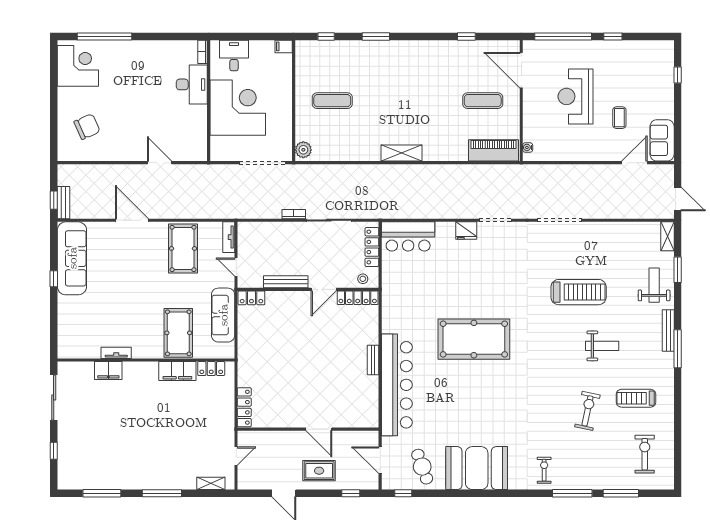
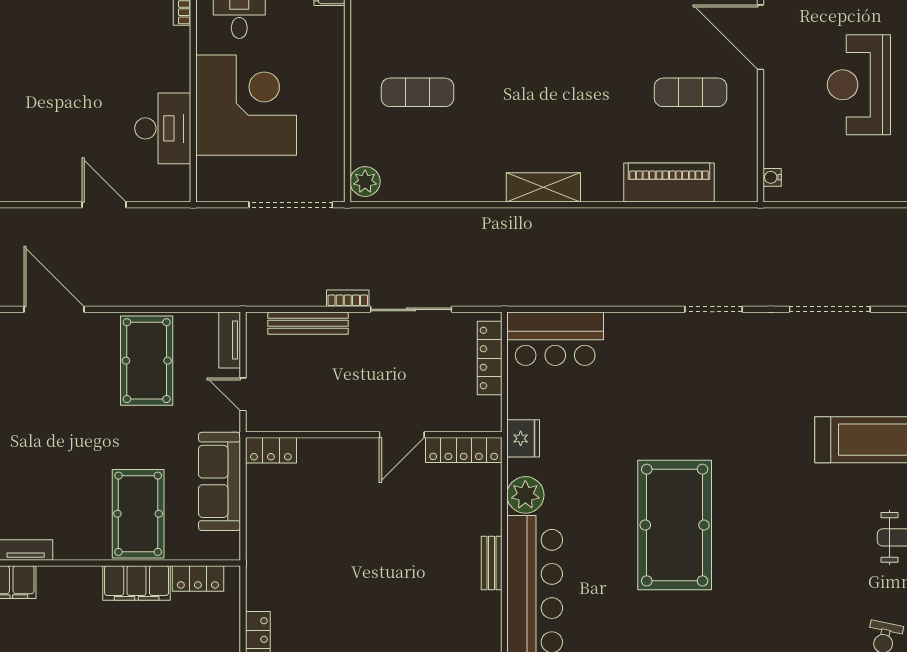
desk: (192, 84) -> (163, 128), moved
piano: (493, 150) -> (669, 183), moved
fridge: (466, 231) -> (523, 438), moved, turned -90
stool: (363, 279) -> (473, 416), removed
bench: (286, 282) -> (308, 323), moved
plant: (392, 322) -> (525, 495), added
pool table: (474, 339) -> (675, 525), turned 90

